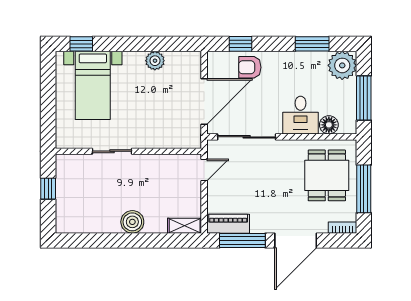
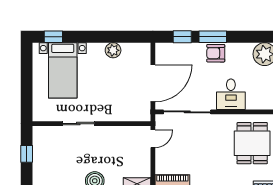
window: (312, 44) -> (213, 37), moved
armchair: (250, 67) -> (216, 53), moved
floor lamp: (329, 125) -> (254, 102), removed

